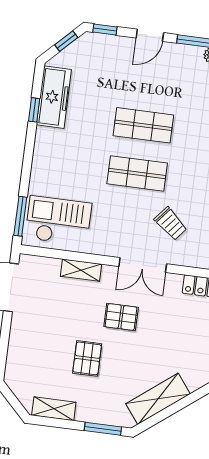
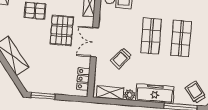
pallet: (121, 317) -> (62, 30), width x1.50, depth x1.42

